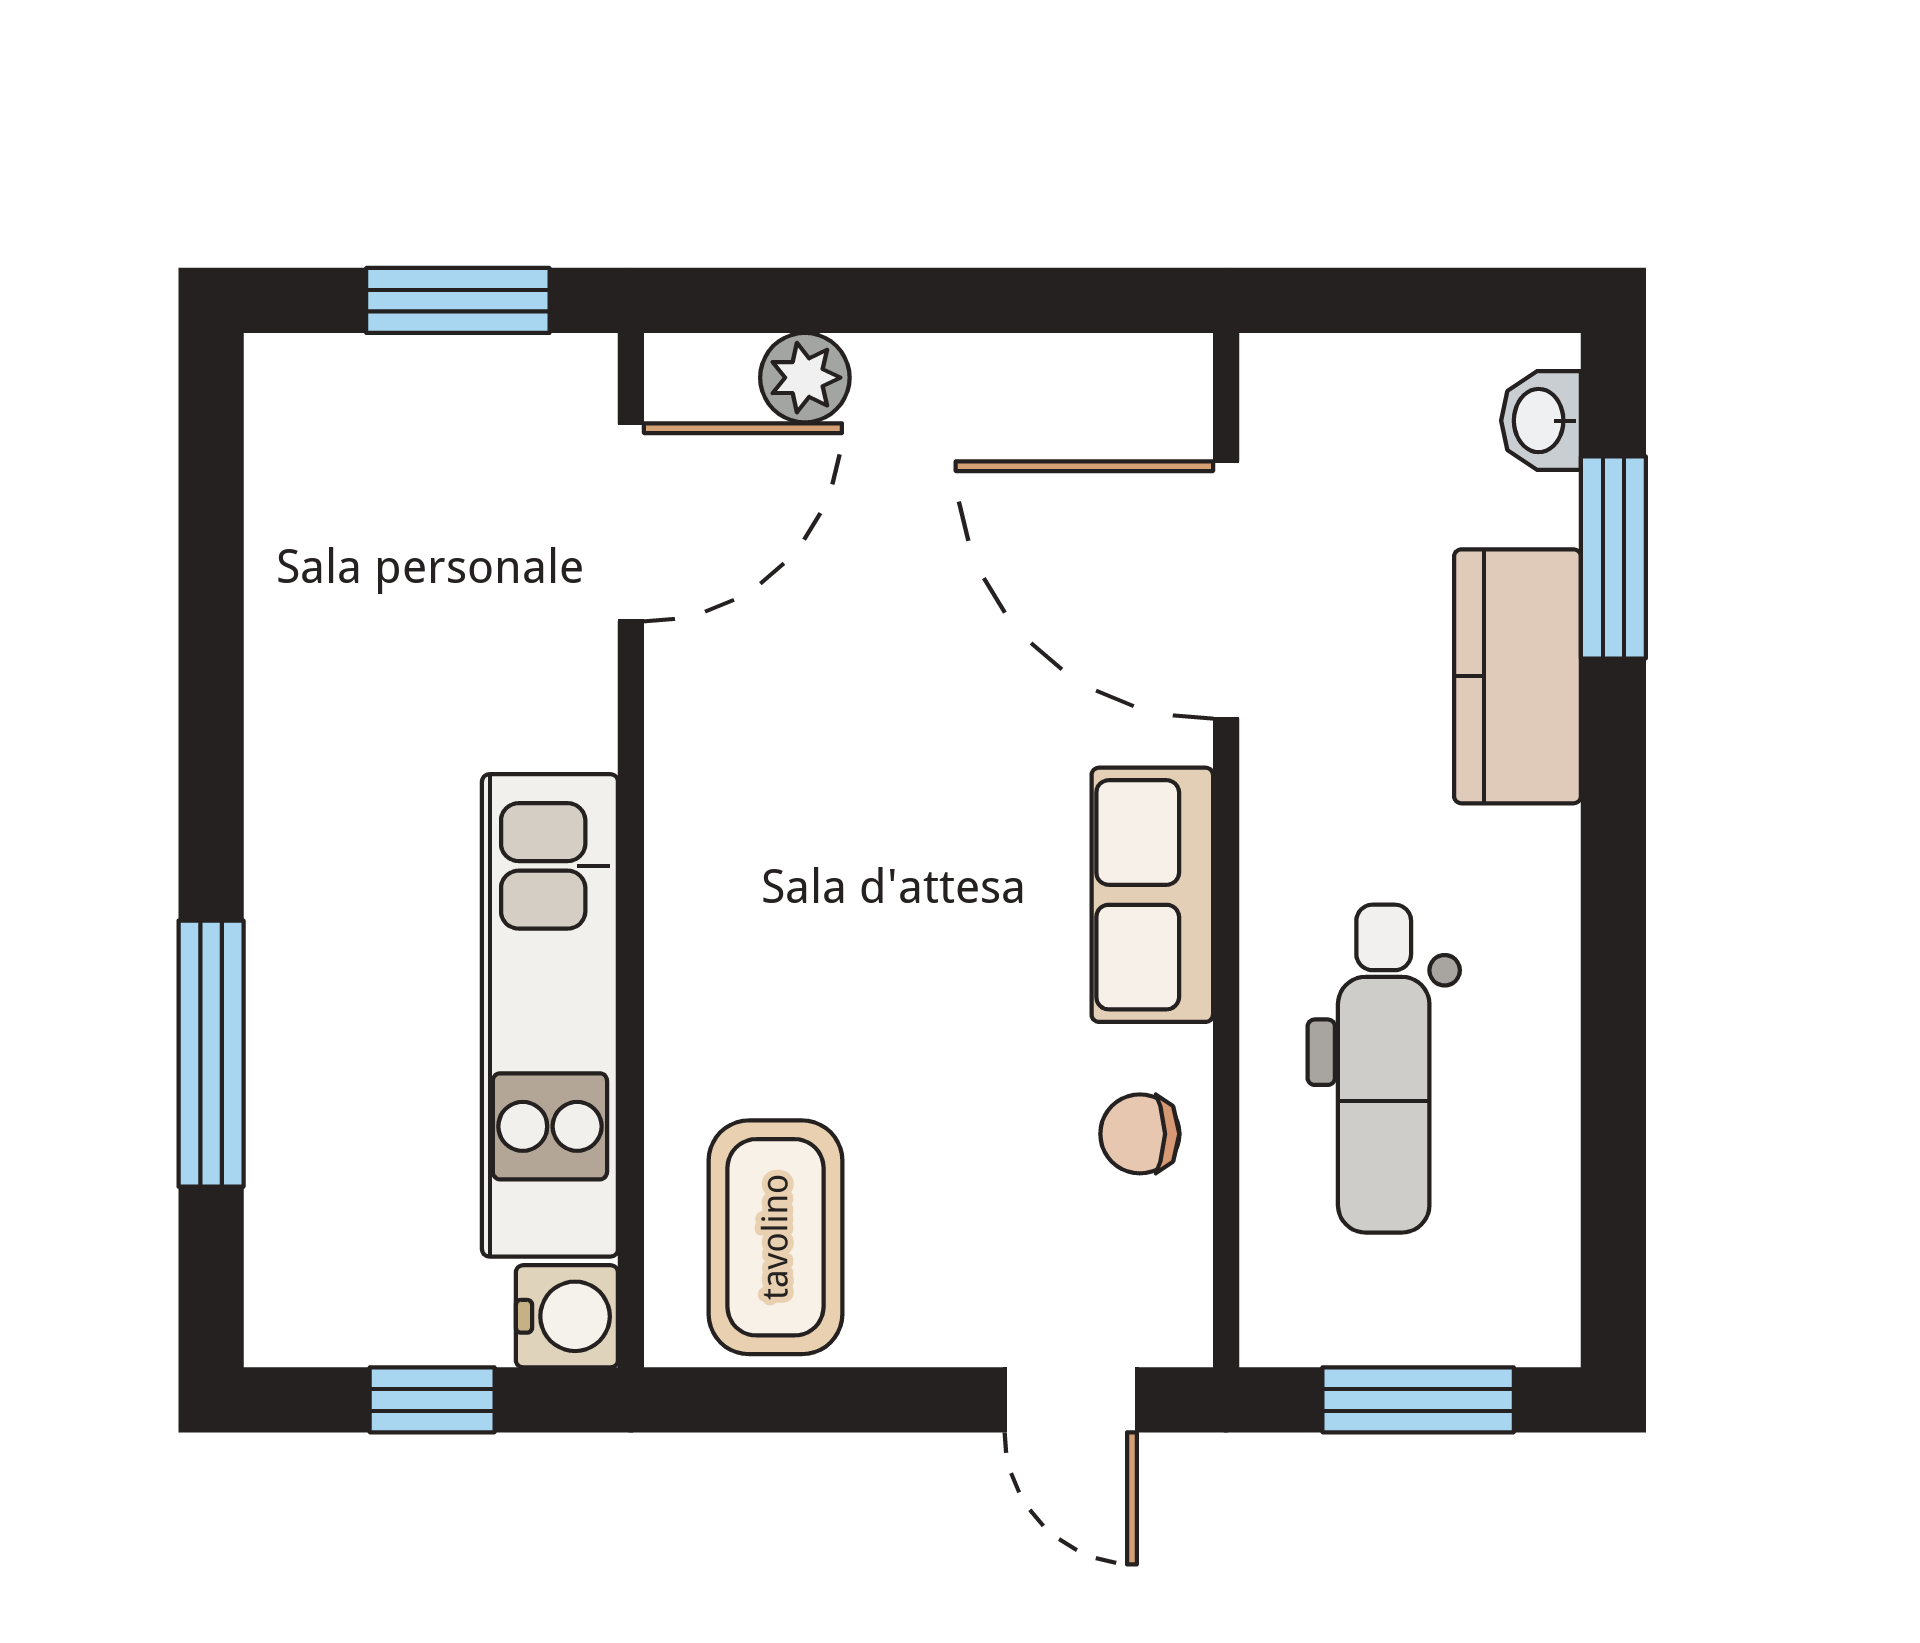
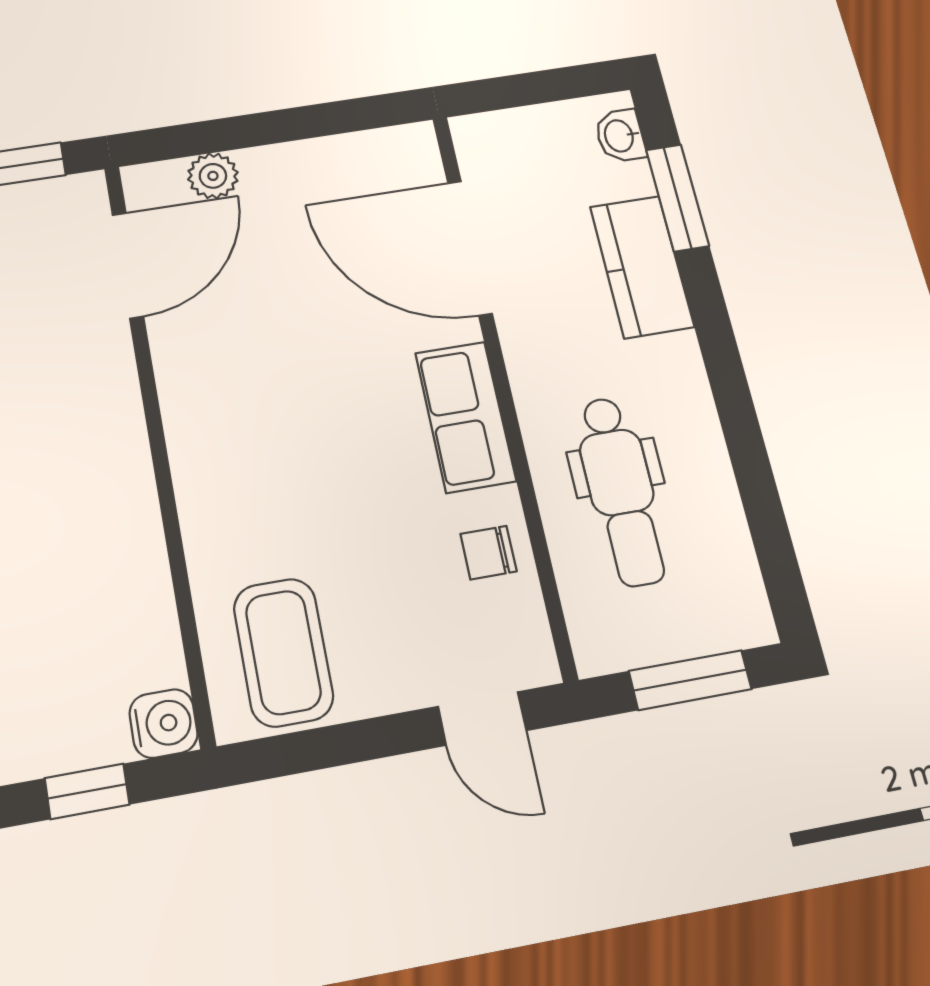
kitchen unit: (550, 1015) -> (124, 545), removed

